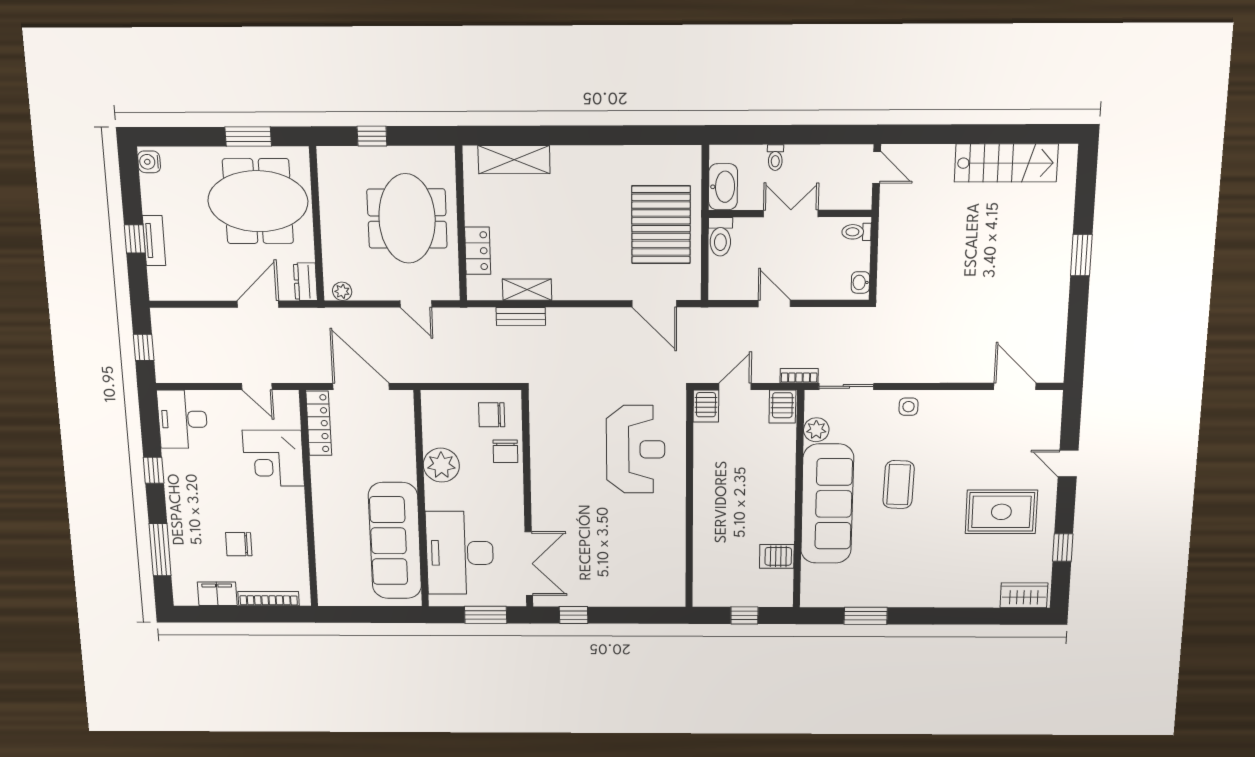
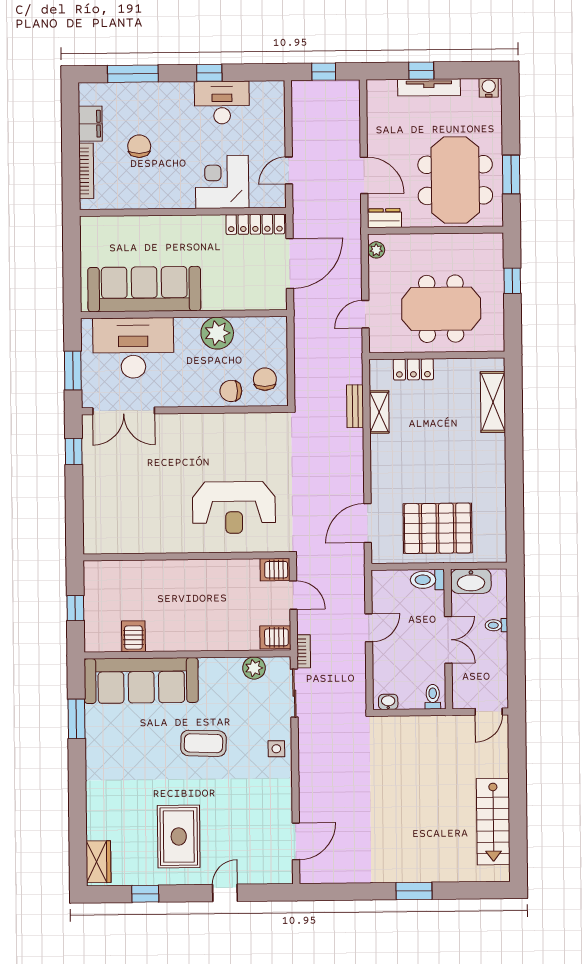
tv unit: (154, 241) -> (429, 87), width x1.41
desk: (182, 419) -> (222, 102), moved
sofa: (827, 504) -> (141, 681), moved

